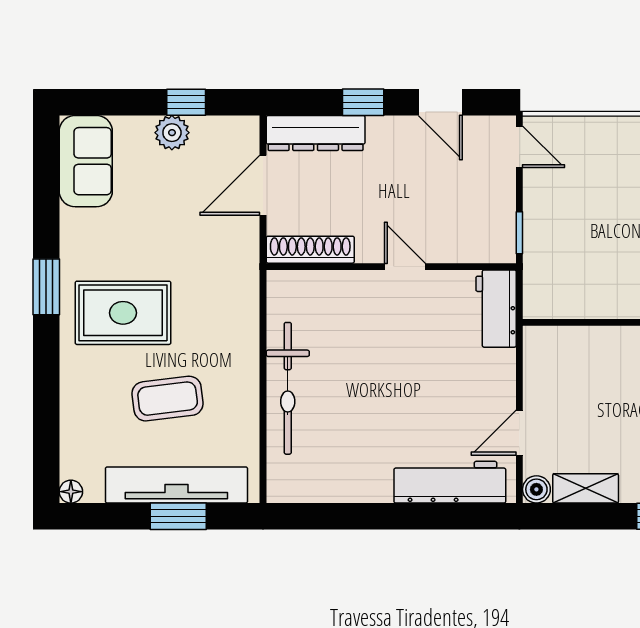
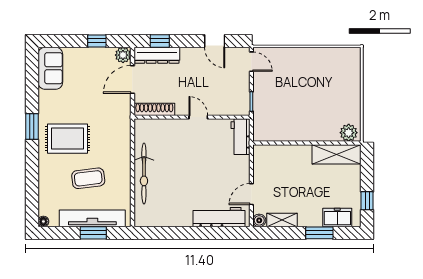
window: (363, 102) -> (160, 41), moved
plant: (172, 133) -> (123, 55), moved

